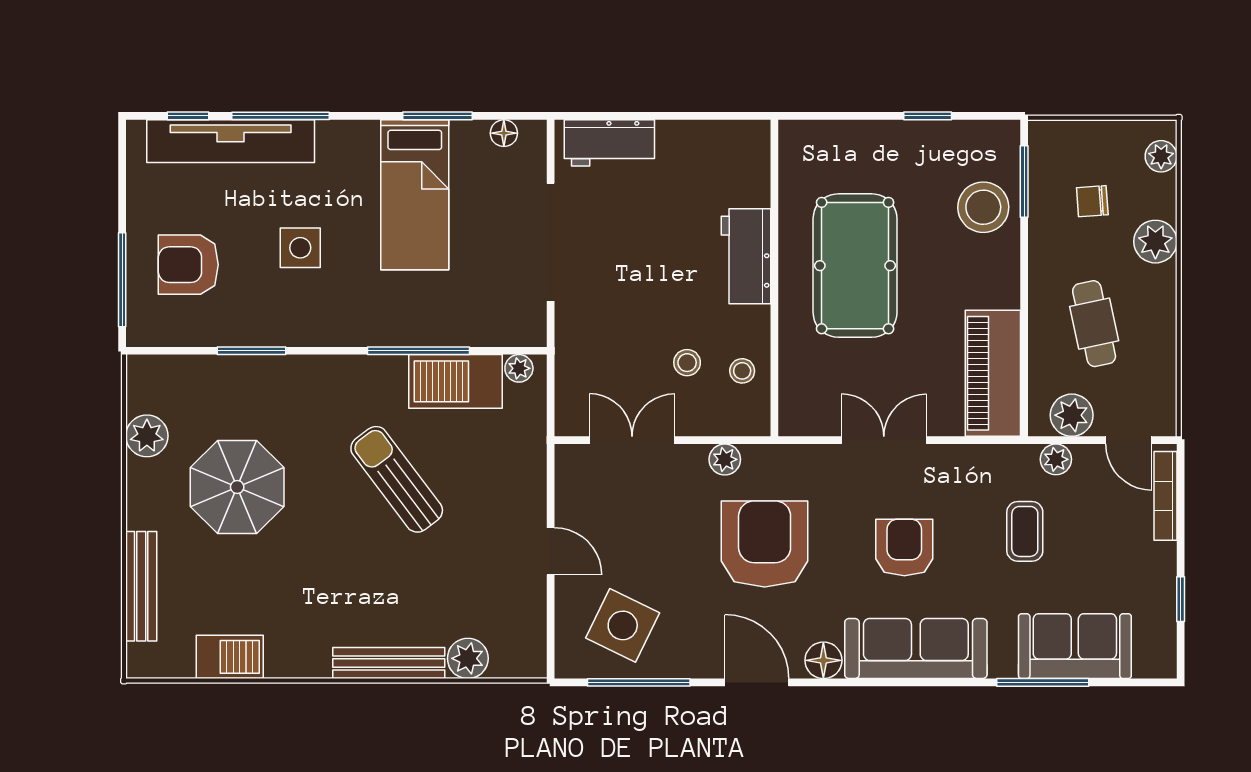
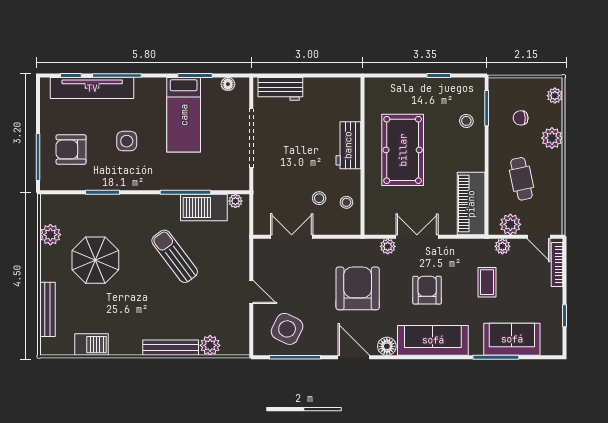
stool: (983, 207) -> (466, 121), width x0.53, depth x0.53
plant: (725, 459) -> (388, 246), moved

